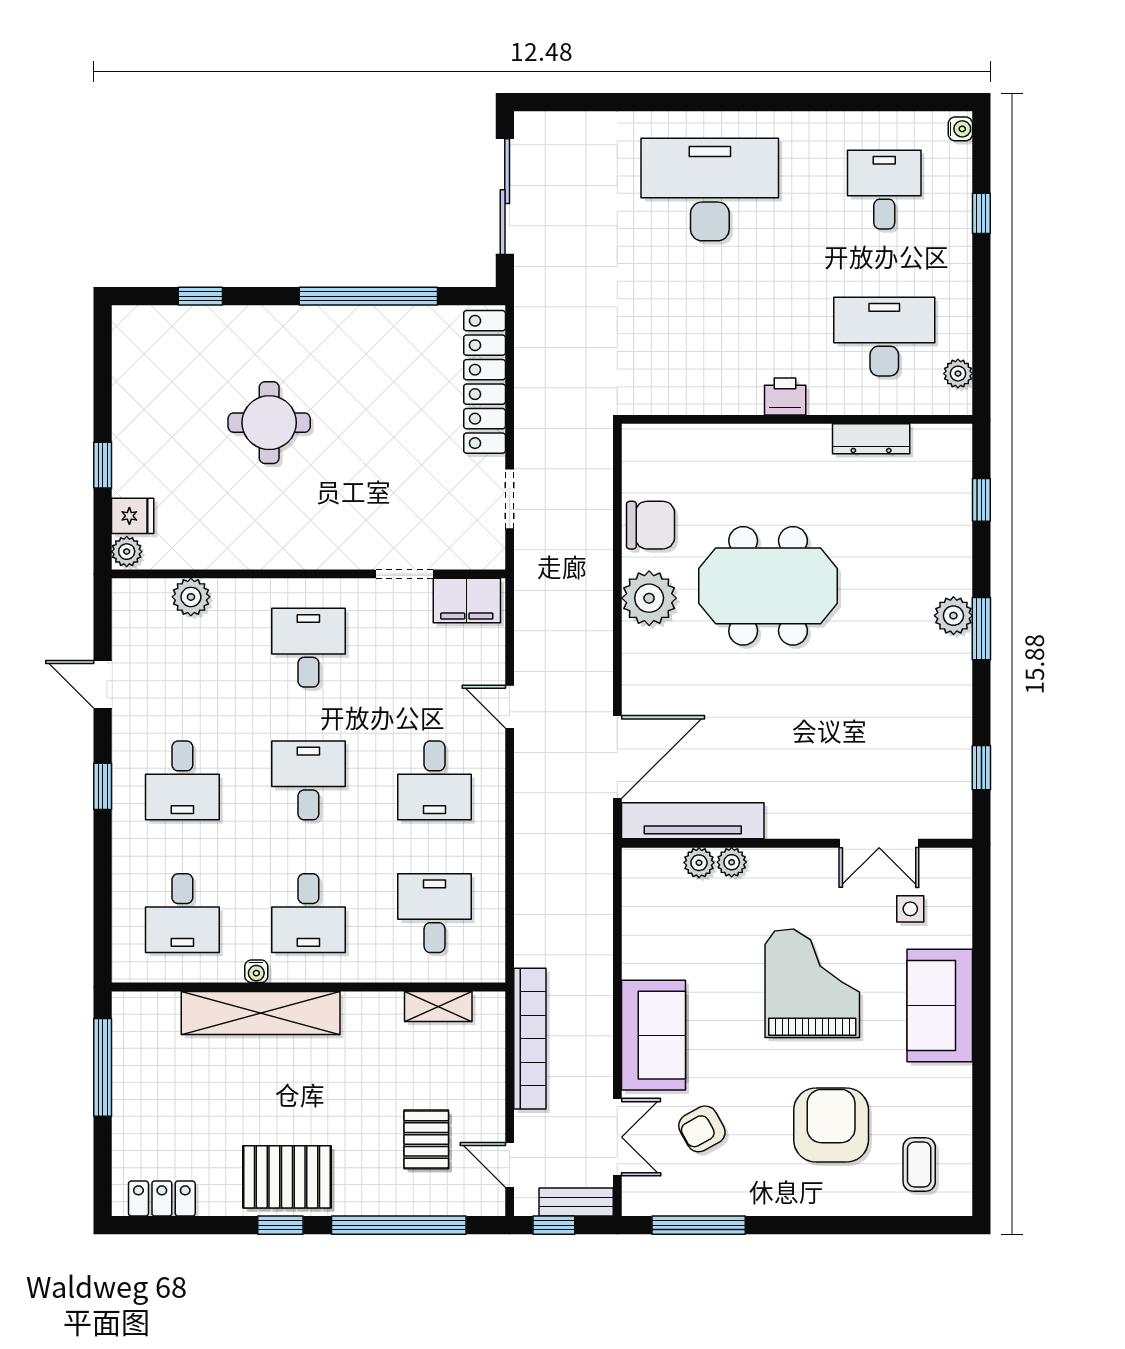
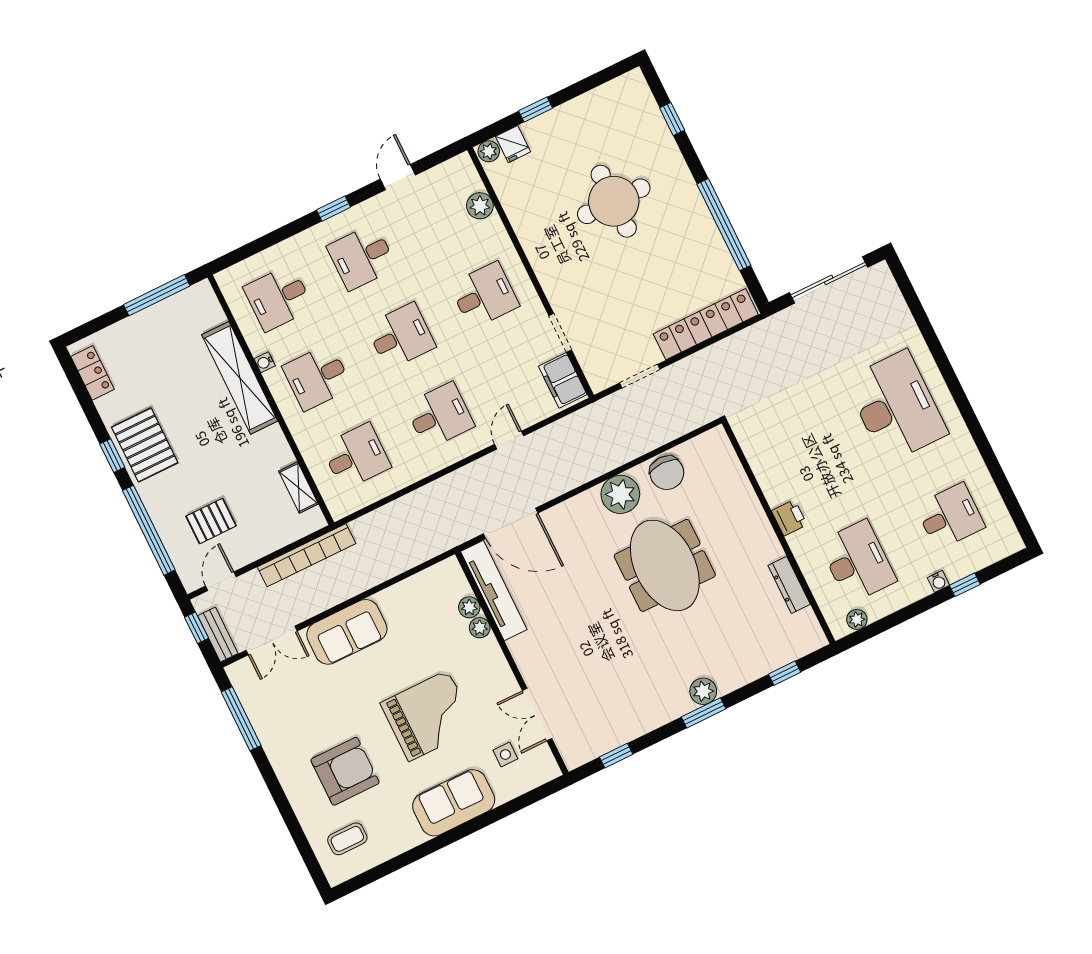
water cooler: (960, 129) -> (938, 581), moved
round table: (269, 423) -> (614, 201), width x1.36, depth x1.36
desk: (434, 780) -> (440, 416), turned 180
armchair: (702, 1129) -> (303, 691), removed

